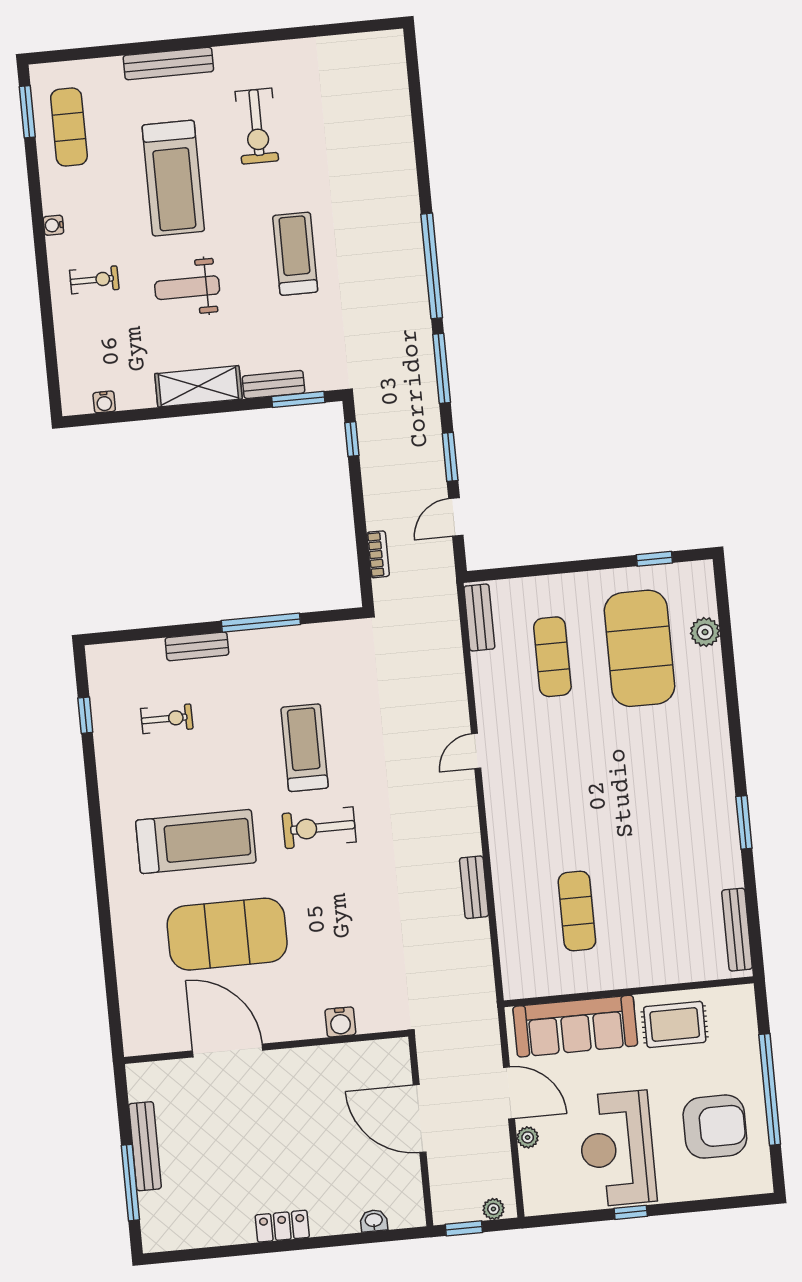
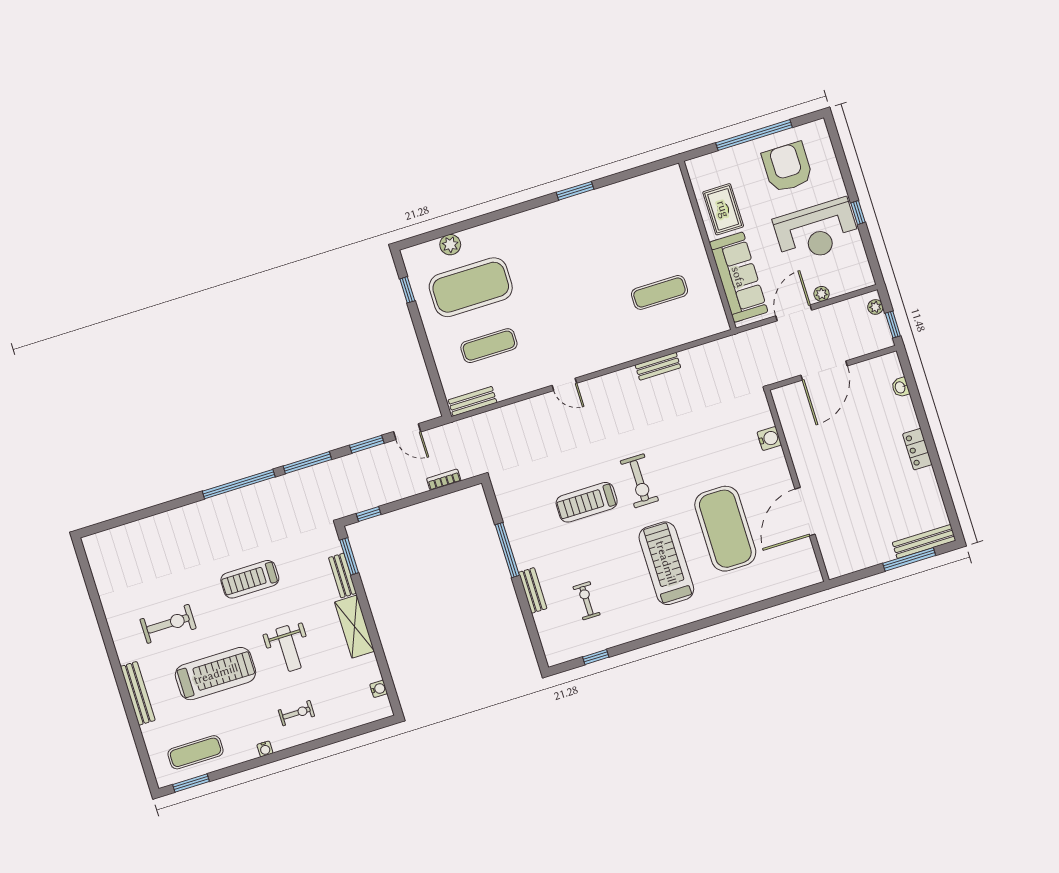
exercise bike: (94, 280) -> (296, 713), turned 90
bench: (737, 930) -> (649, 180), removed
bench: (145, 1146) -> (924, 542), moved

